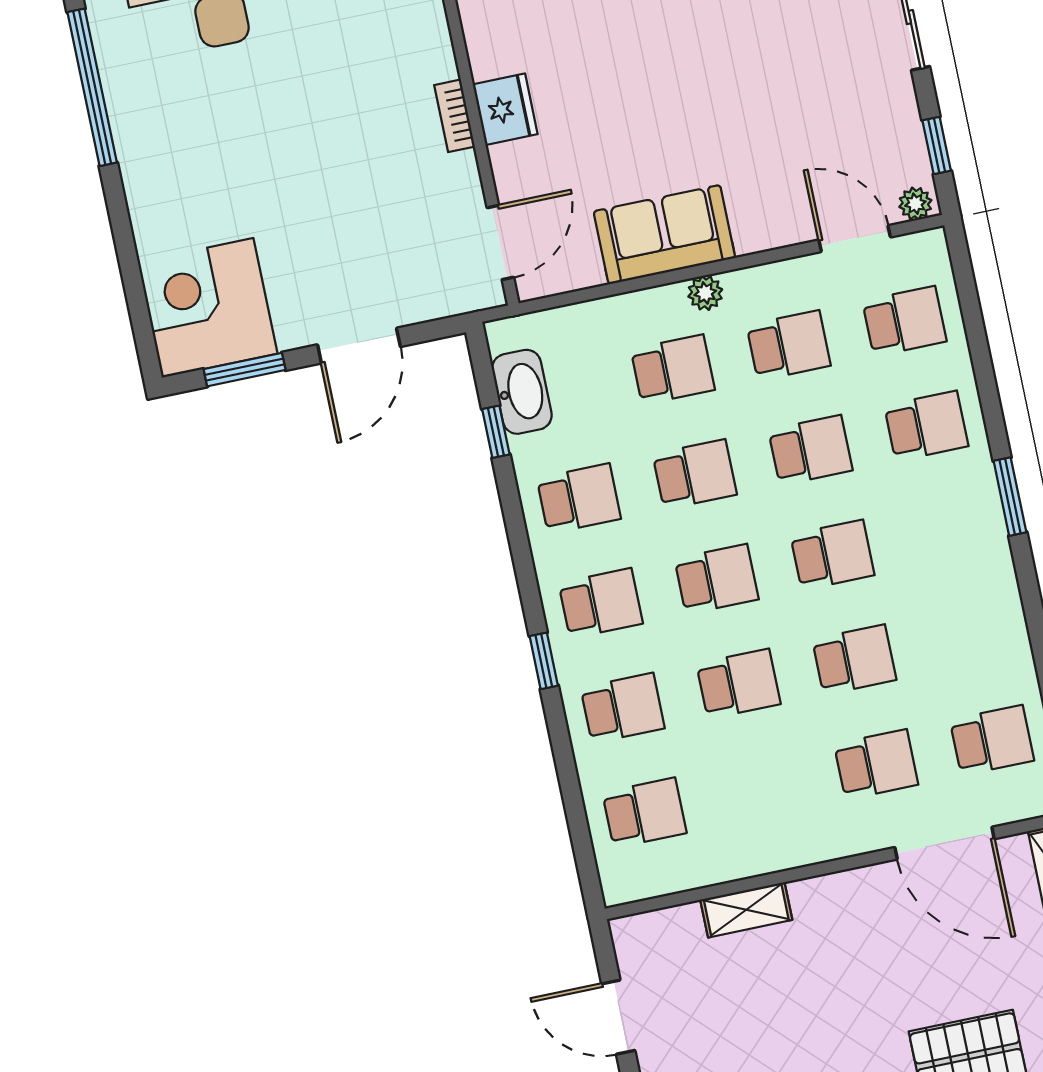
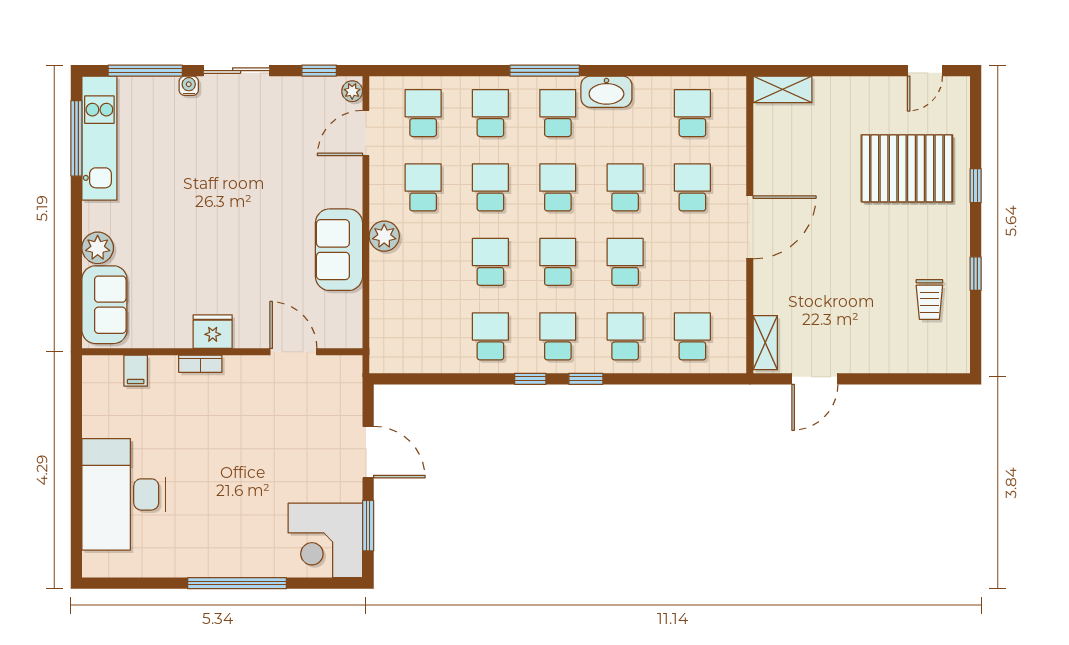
window: (92, 87) -> (237, 583), moved
fridge: (505, 109) -> (213, 332), moved
bookcase: (454, 116) -> (200, 364), moved
door: (500, 243) -> (293, 352), moved
plant: (705, 293) -> (384, 236), width x1.38, depth x1.38
school desk: (673, 370) -> (558, 113), moved
washbasin: (522, 392) -> (606, 92), moved, turned 180
window: (496, 432) -> (530, 379), moved
window: (1010, 497) -> (545, 71), width x1.44
door: (945, 843) -> (750, 227), moved
shelving: (746, 910) -> (765, 343), moved

